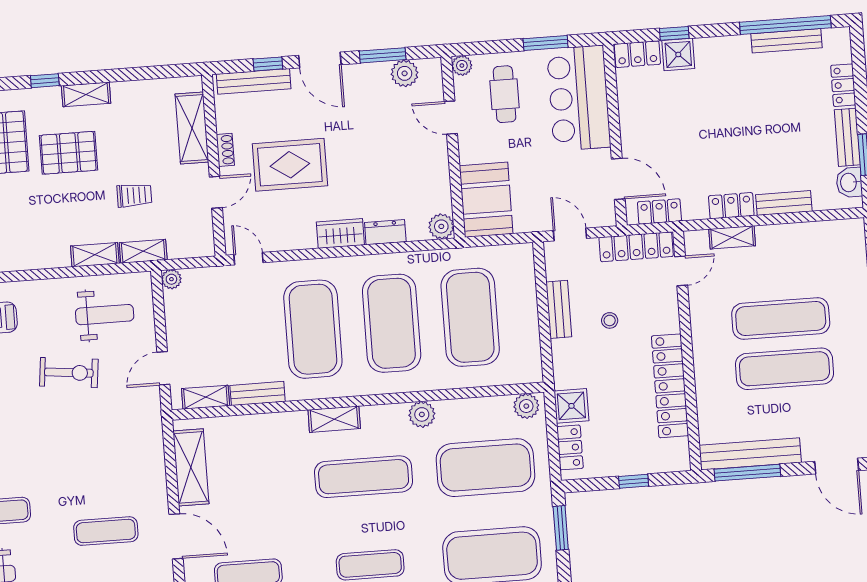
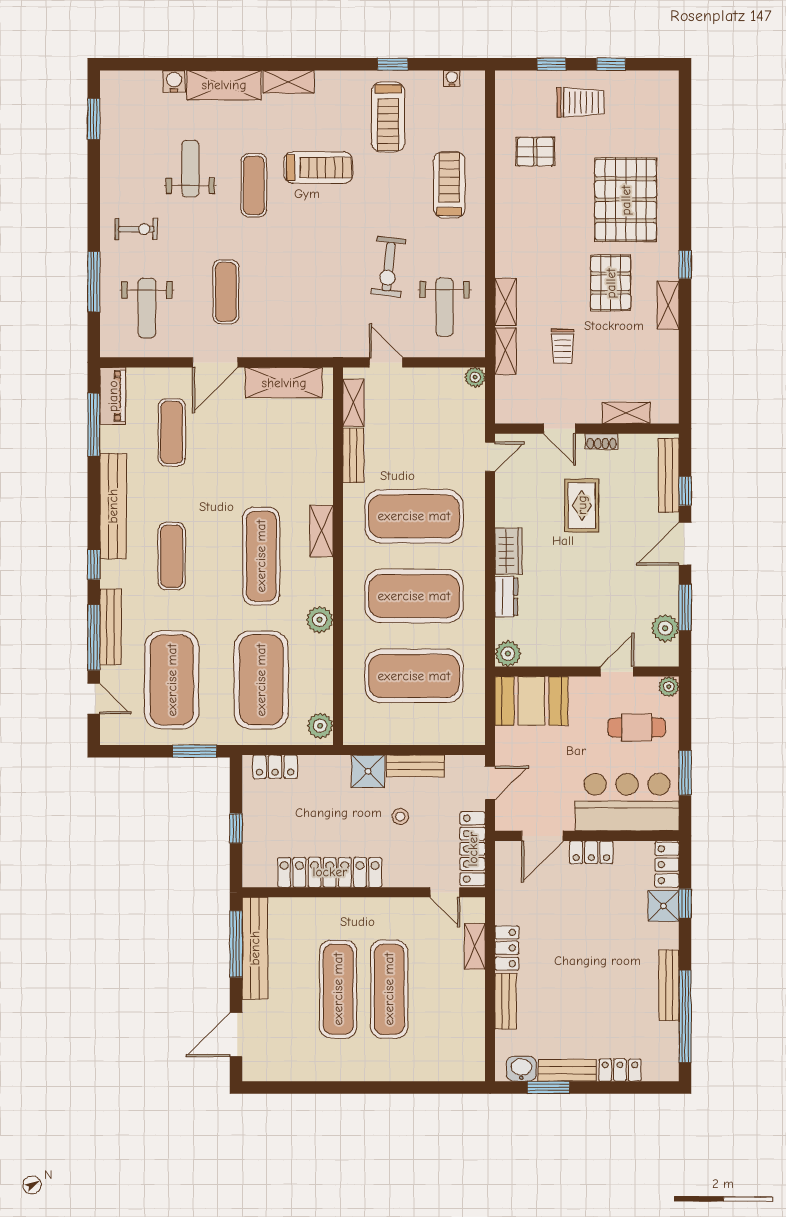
bench: (787, 41) -> (669, 985), moved
shelving: (192, 128) -> (626, 413), width x0.67, depth x0.75
rug: (290, 165) -> (582, 505), width x0.73, depth x0.70
locker: (659, 211) -> (591, 852), moved, turned 90
shower: (571, 406) -> (368, 771), moved

